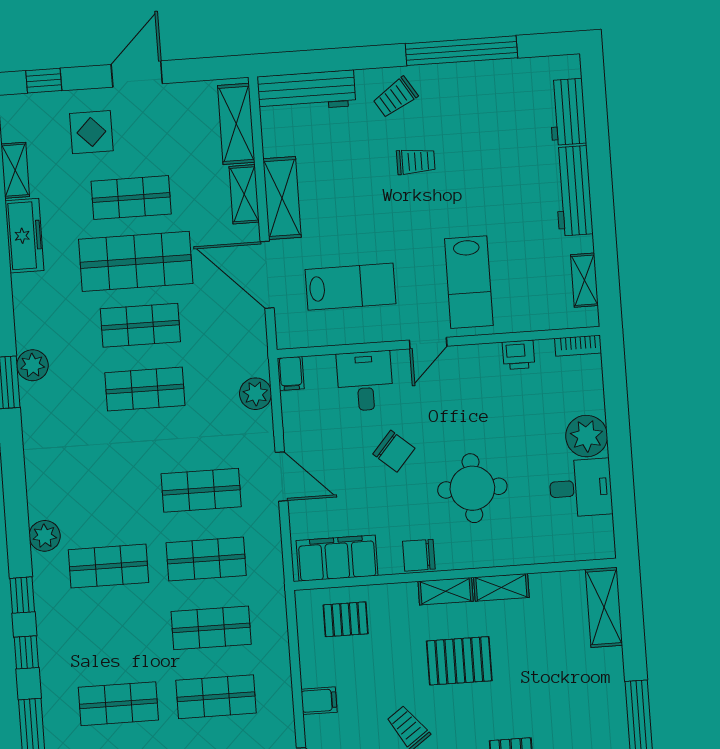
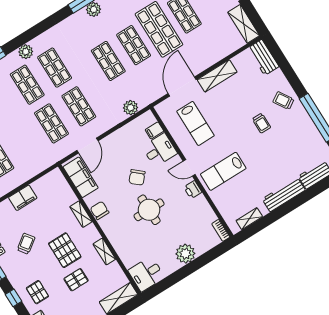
workbench: (306, 91) -> (263, 57), width x0.73
shelving: (236, 124) -> (244, 24), moved, turned 90
shelving: (244, 194) -> (210, 59), removed
printer: (519, 355) -> (193, 190), moved
filing cabinet: (291, 374) -> (154, 130), moved
door: (282, 476) -> (87, 146), moved
round table: (472, 488) -> (149, 210), moved
desk: (581, 488) -> (146, 274), moved, turned 90
shelving: (446, 591) -> (81, 214), moved
pallet: (346, 619) -> (76, 280), moved, turned 90
shop shelf: (211, 628) -> (55, 68), moved
filing cabinet: (319, 701) -> (23, 198), width x2.00

